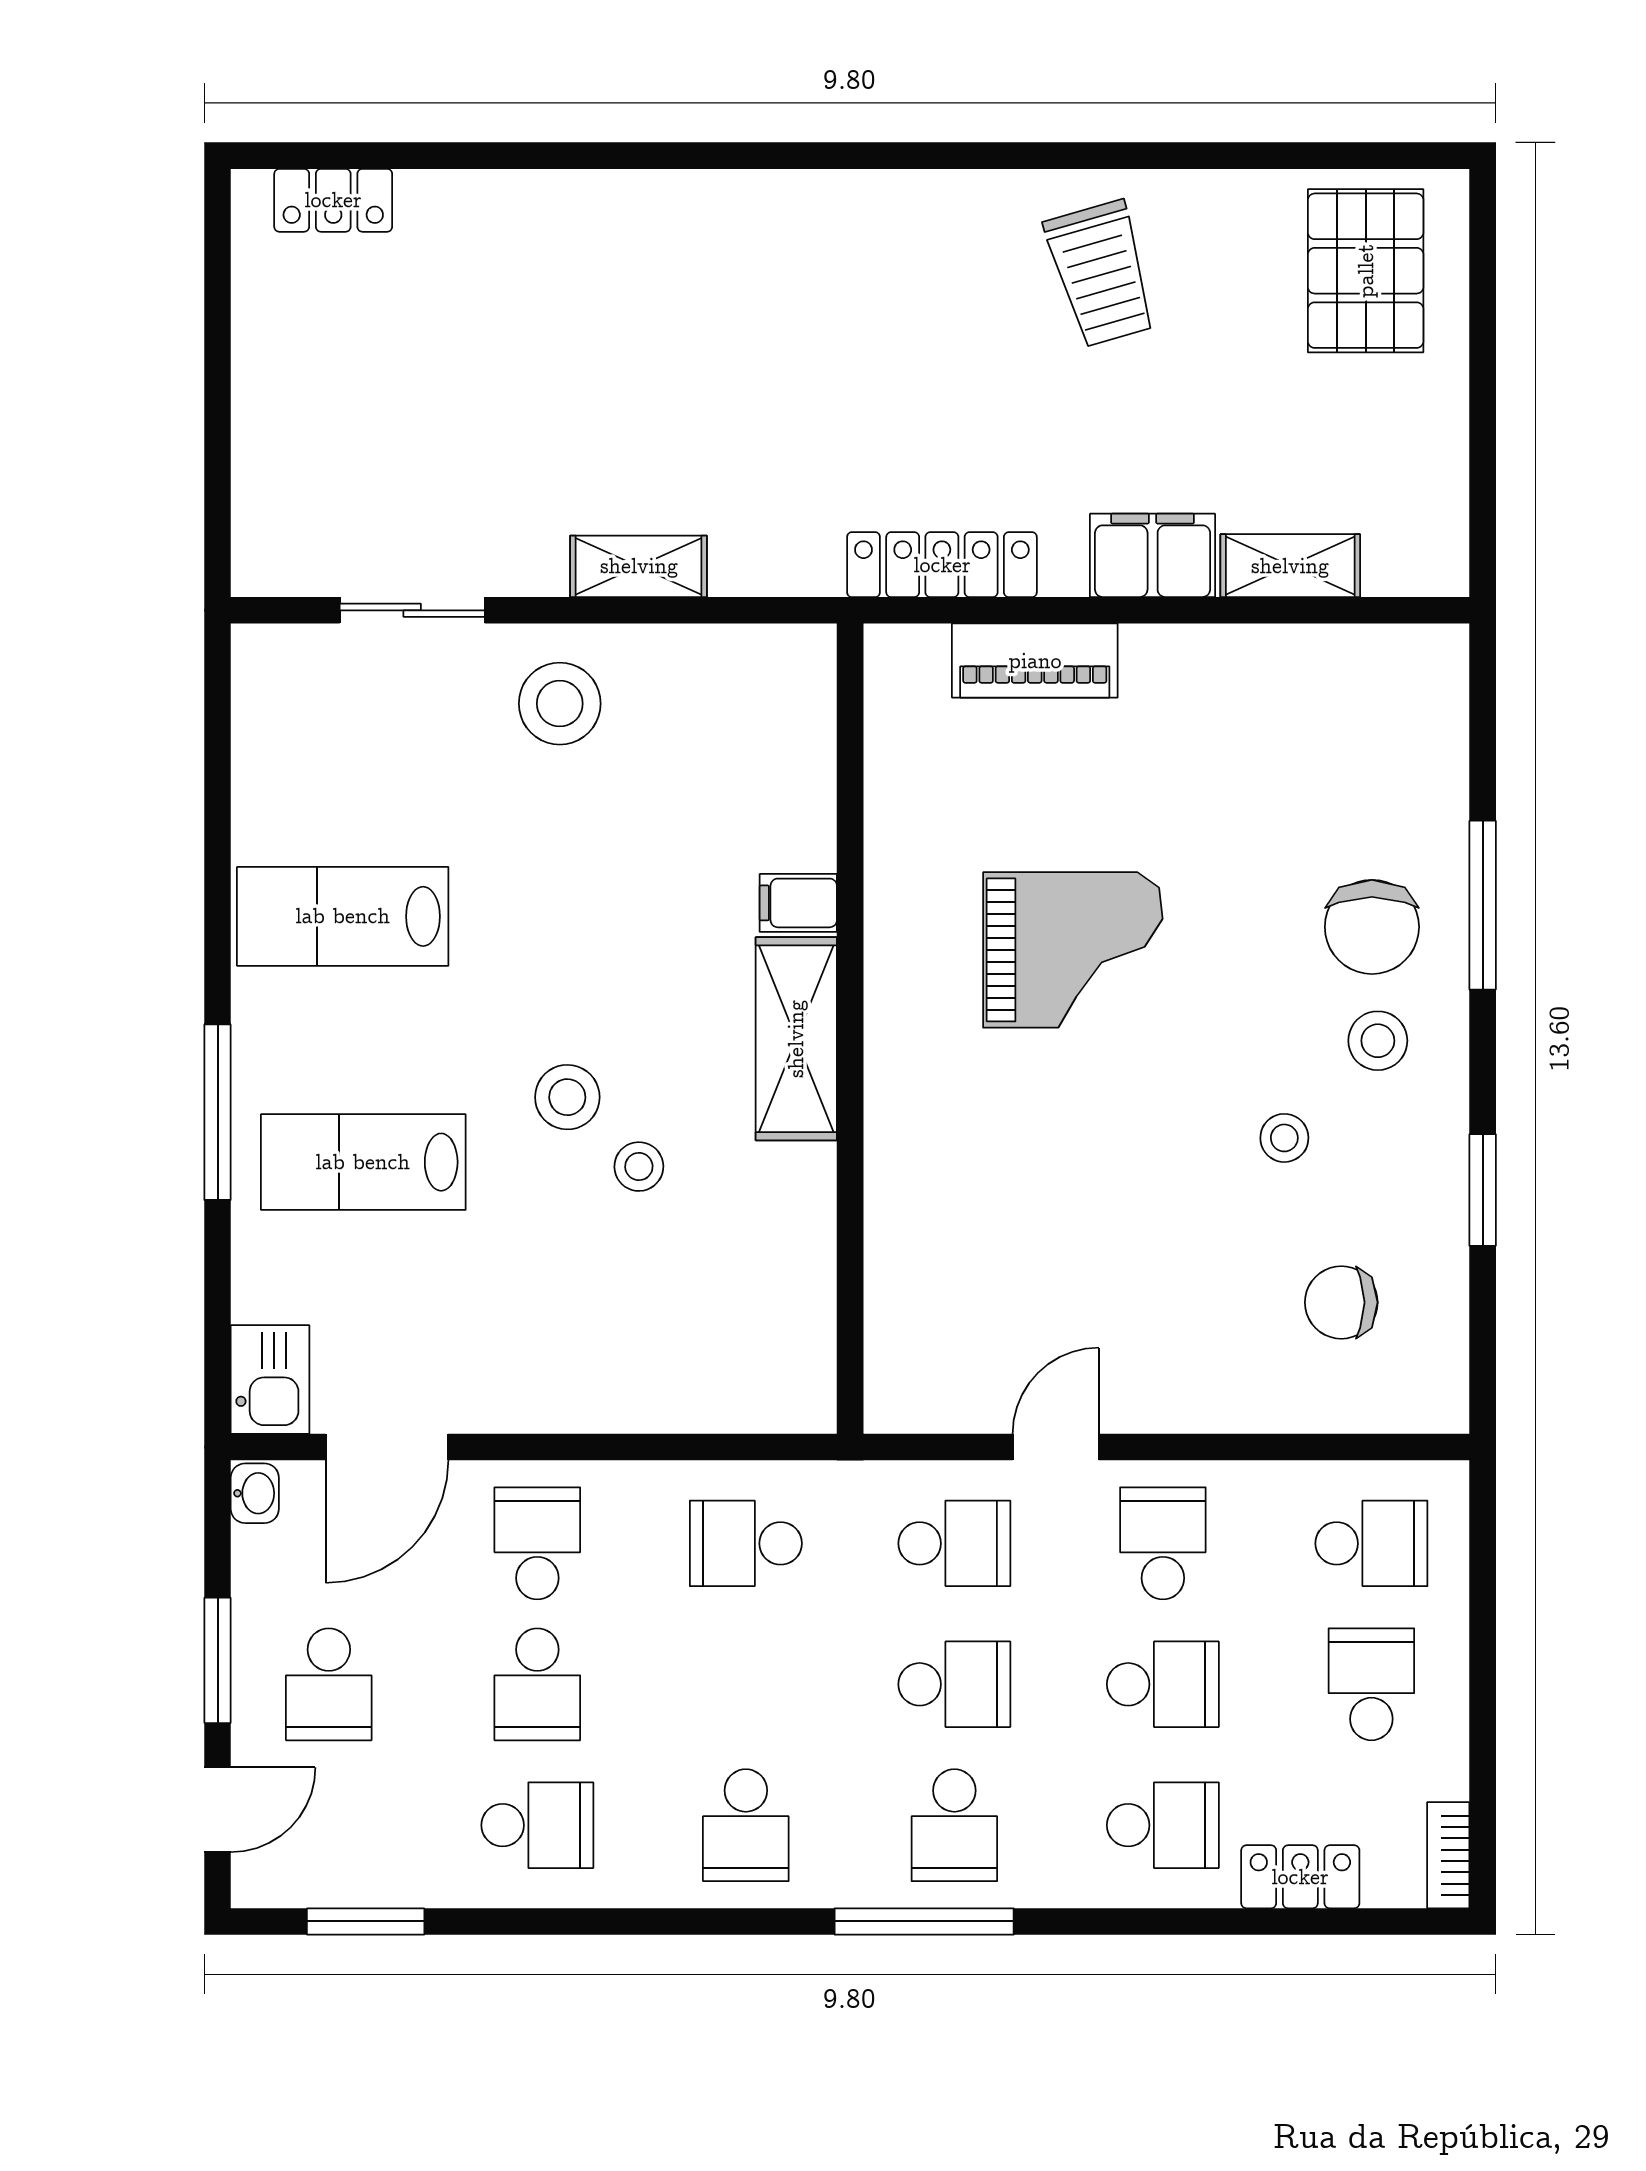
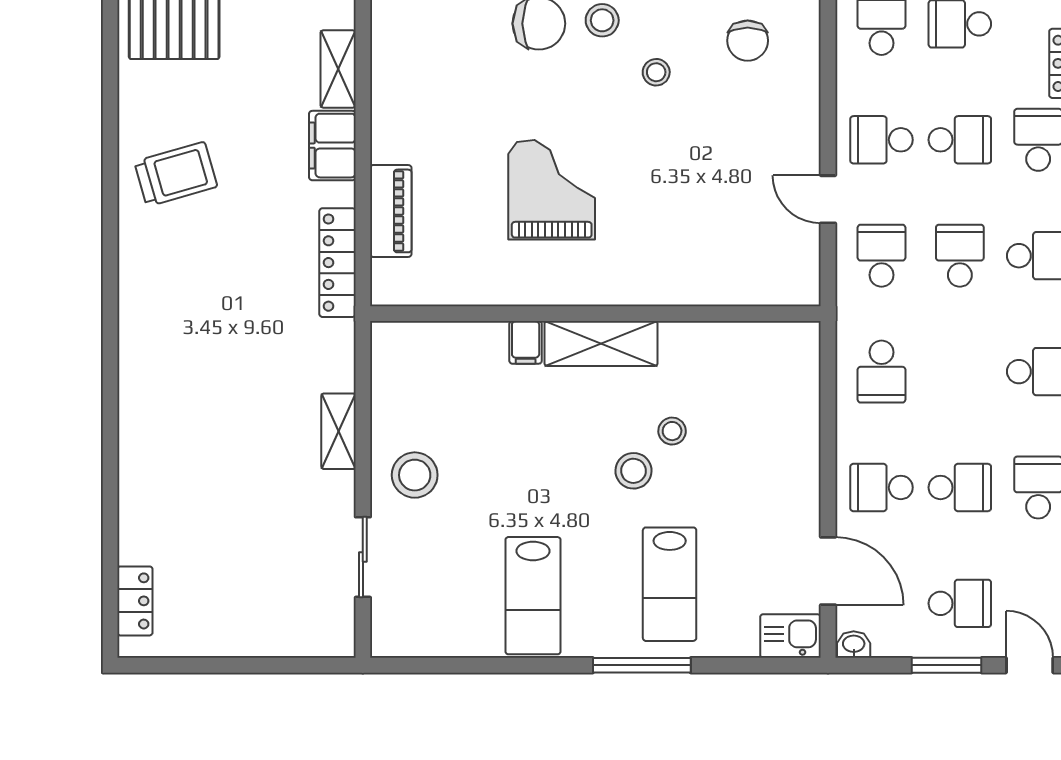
school desk: (1163, 1684) -> (960, 140), turned 90

